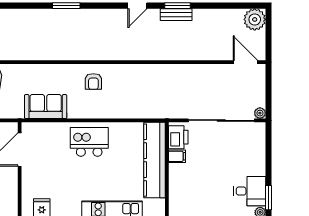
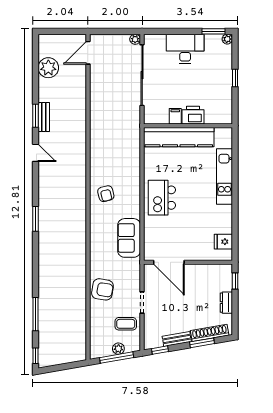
plant: (255, 19) -> (48, 68), moved
armchair: (93, 81) -> (106, 194), turned 76
printer: (178, 137) -> (193, 115), moved
desk: (250, 191) -> (185, 49), moved, width x1.37

